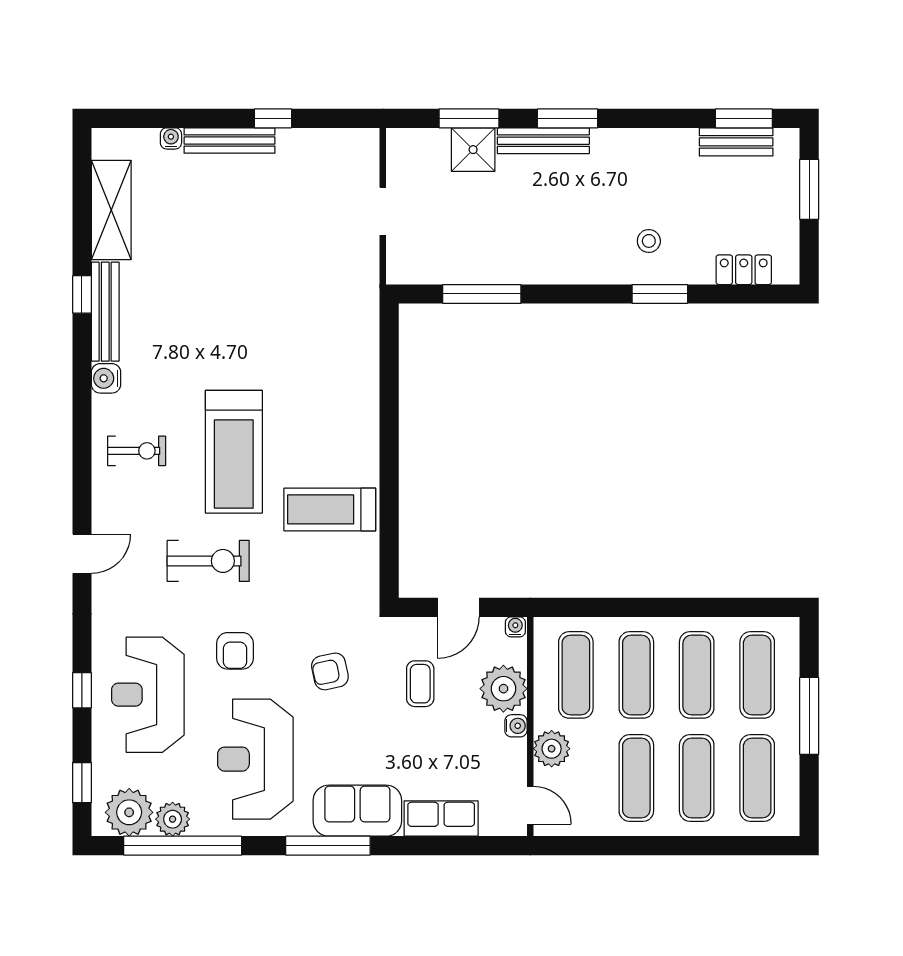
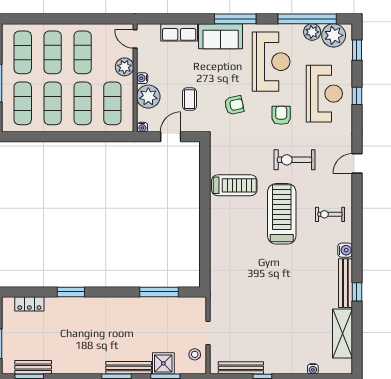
bench: (230, 141) -> (241, 368), moved
stool: (649, 241) -> (195, 354), moved

